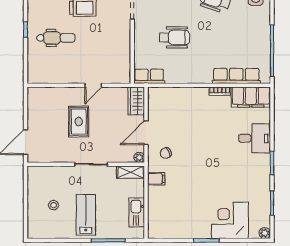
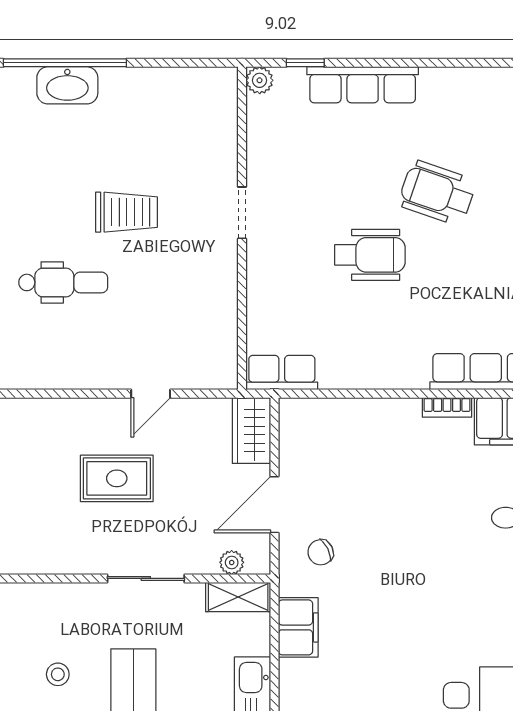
wheelchair: (174, 37) -> (370, 255), moved
rug: (79, 122) -> (117, 478), turned 90
plant: (139, 157) -> (232, 562), moved
filing cabinet: (156, 179) -> (298, 627), width x2.00

